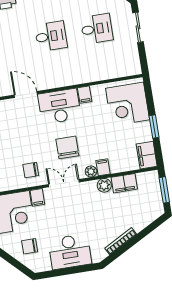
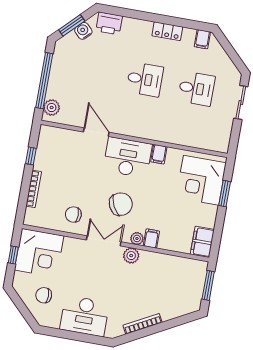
window: (154, 127) -> (225, 194), moved
chair: (67, 147) -> (121, 204), turned 64
filing cabinet: (124, 183) -> (168, 263), removed
plant: (104, 185) -> (131, 256), moved
filing cabinet: (37, 197) -> (70, 246), removed

